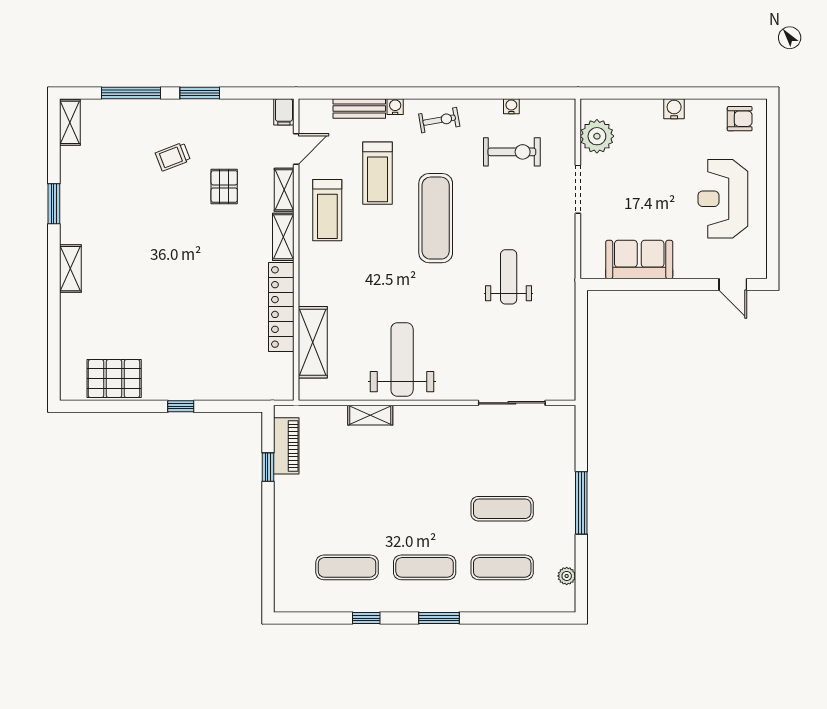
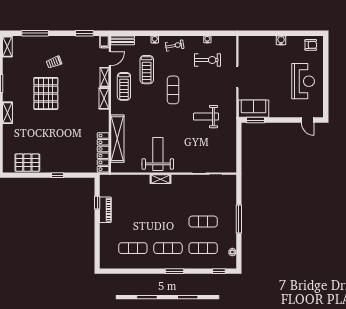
window: (200, 93) -> (84, 33), moved
bench: (359, 108) -> (123, 40), moved
plant: (597, 136) -> (246, 53), removed
pallet: (224, 186) -> (46, 93), moved, width x2.05, depth x2.00
reception desk: (723, 199) -> (303, 81), turned 180
exercise mat: (436, 218) -> (173, 90), width x0.73, depth x0.69
sofa: (639, 260) -> (254, 109), moved
weight bench: (509, 277) -> (206, 117), turned -90
window: (618, 284) -> (255, 120), added
locker: (281, 307) -> (103, 152), moved
shelving: (313, 342) -> (117, 139), width x1.47
shelving: (370, 415) -> (161, 179), moved
piano: (286, 446) -> (105, 210), moved
window: (366, 618) -> (219, 271), moved

